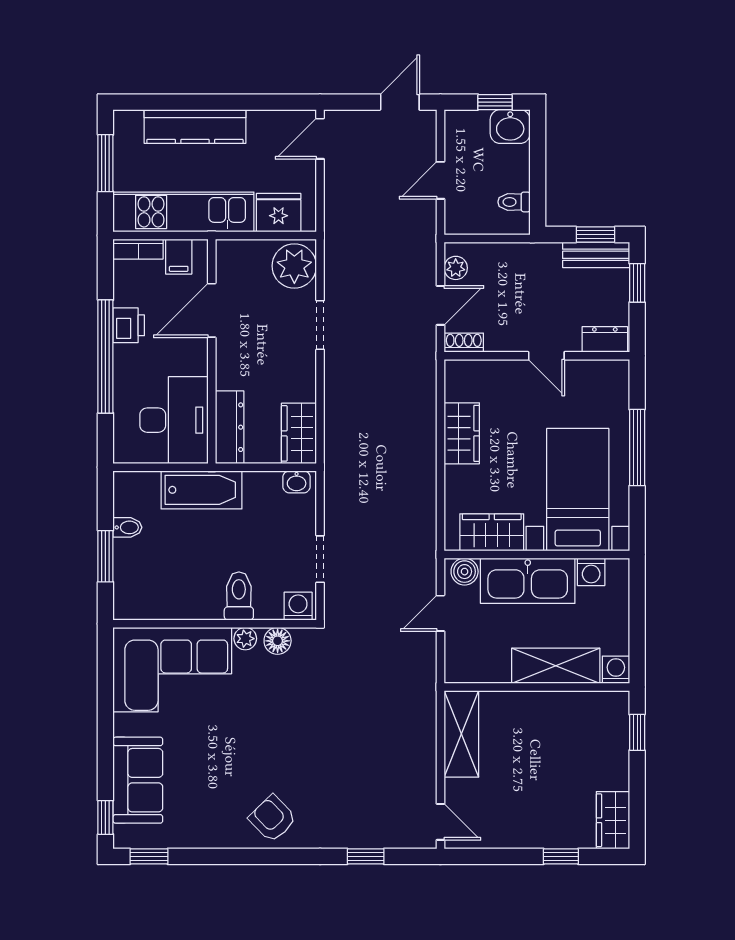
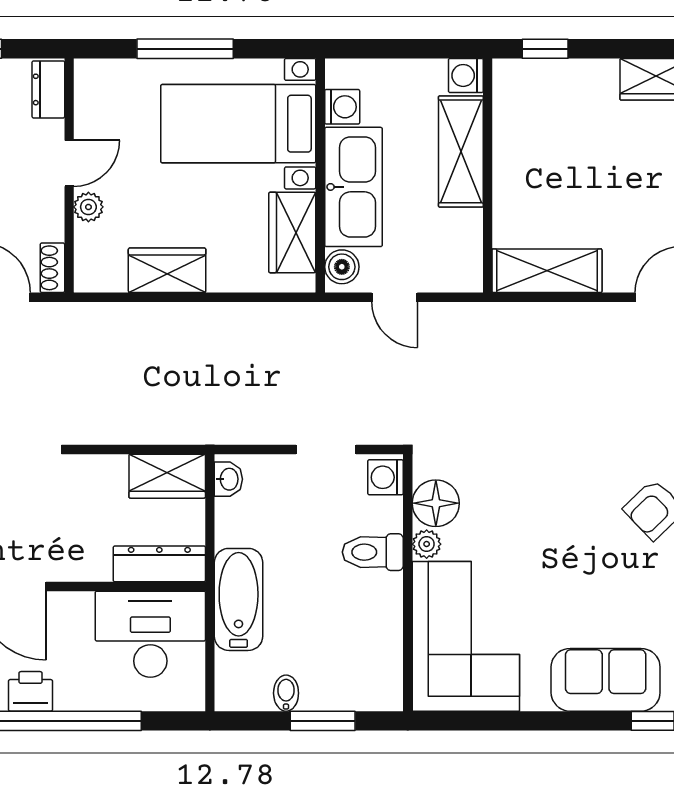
plant: (512, 371) -> (88, 207), added
floor lamp: (278, 641) -> (436, 503), width x1.38, depth x1.38

